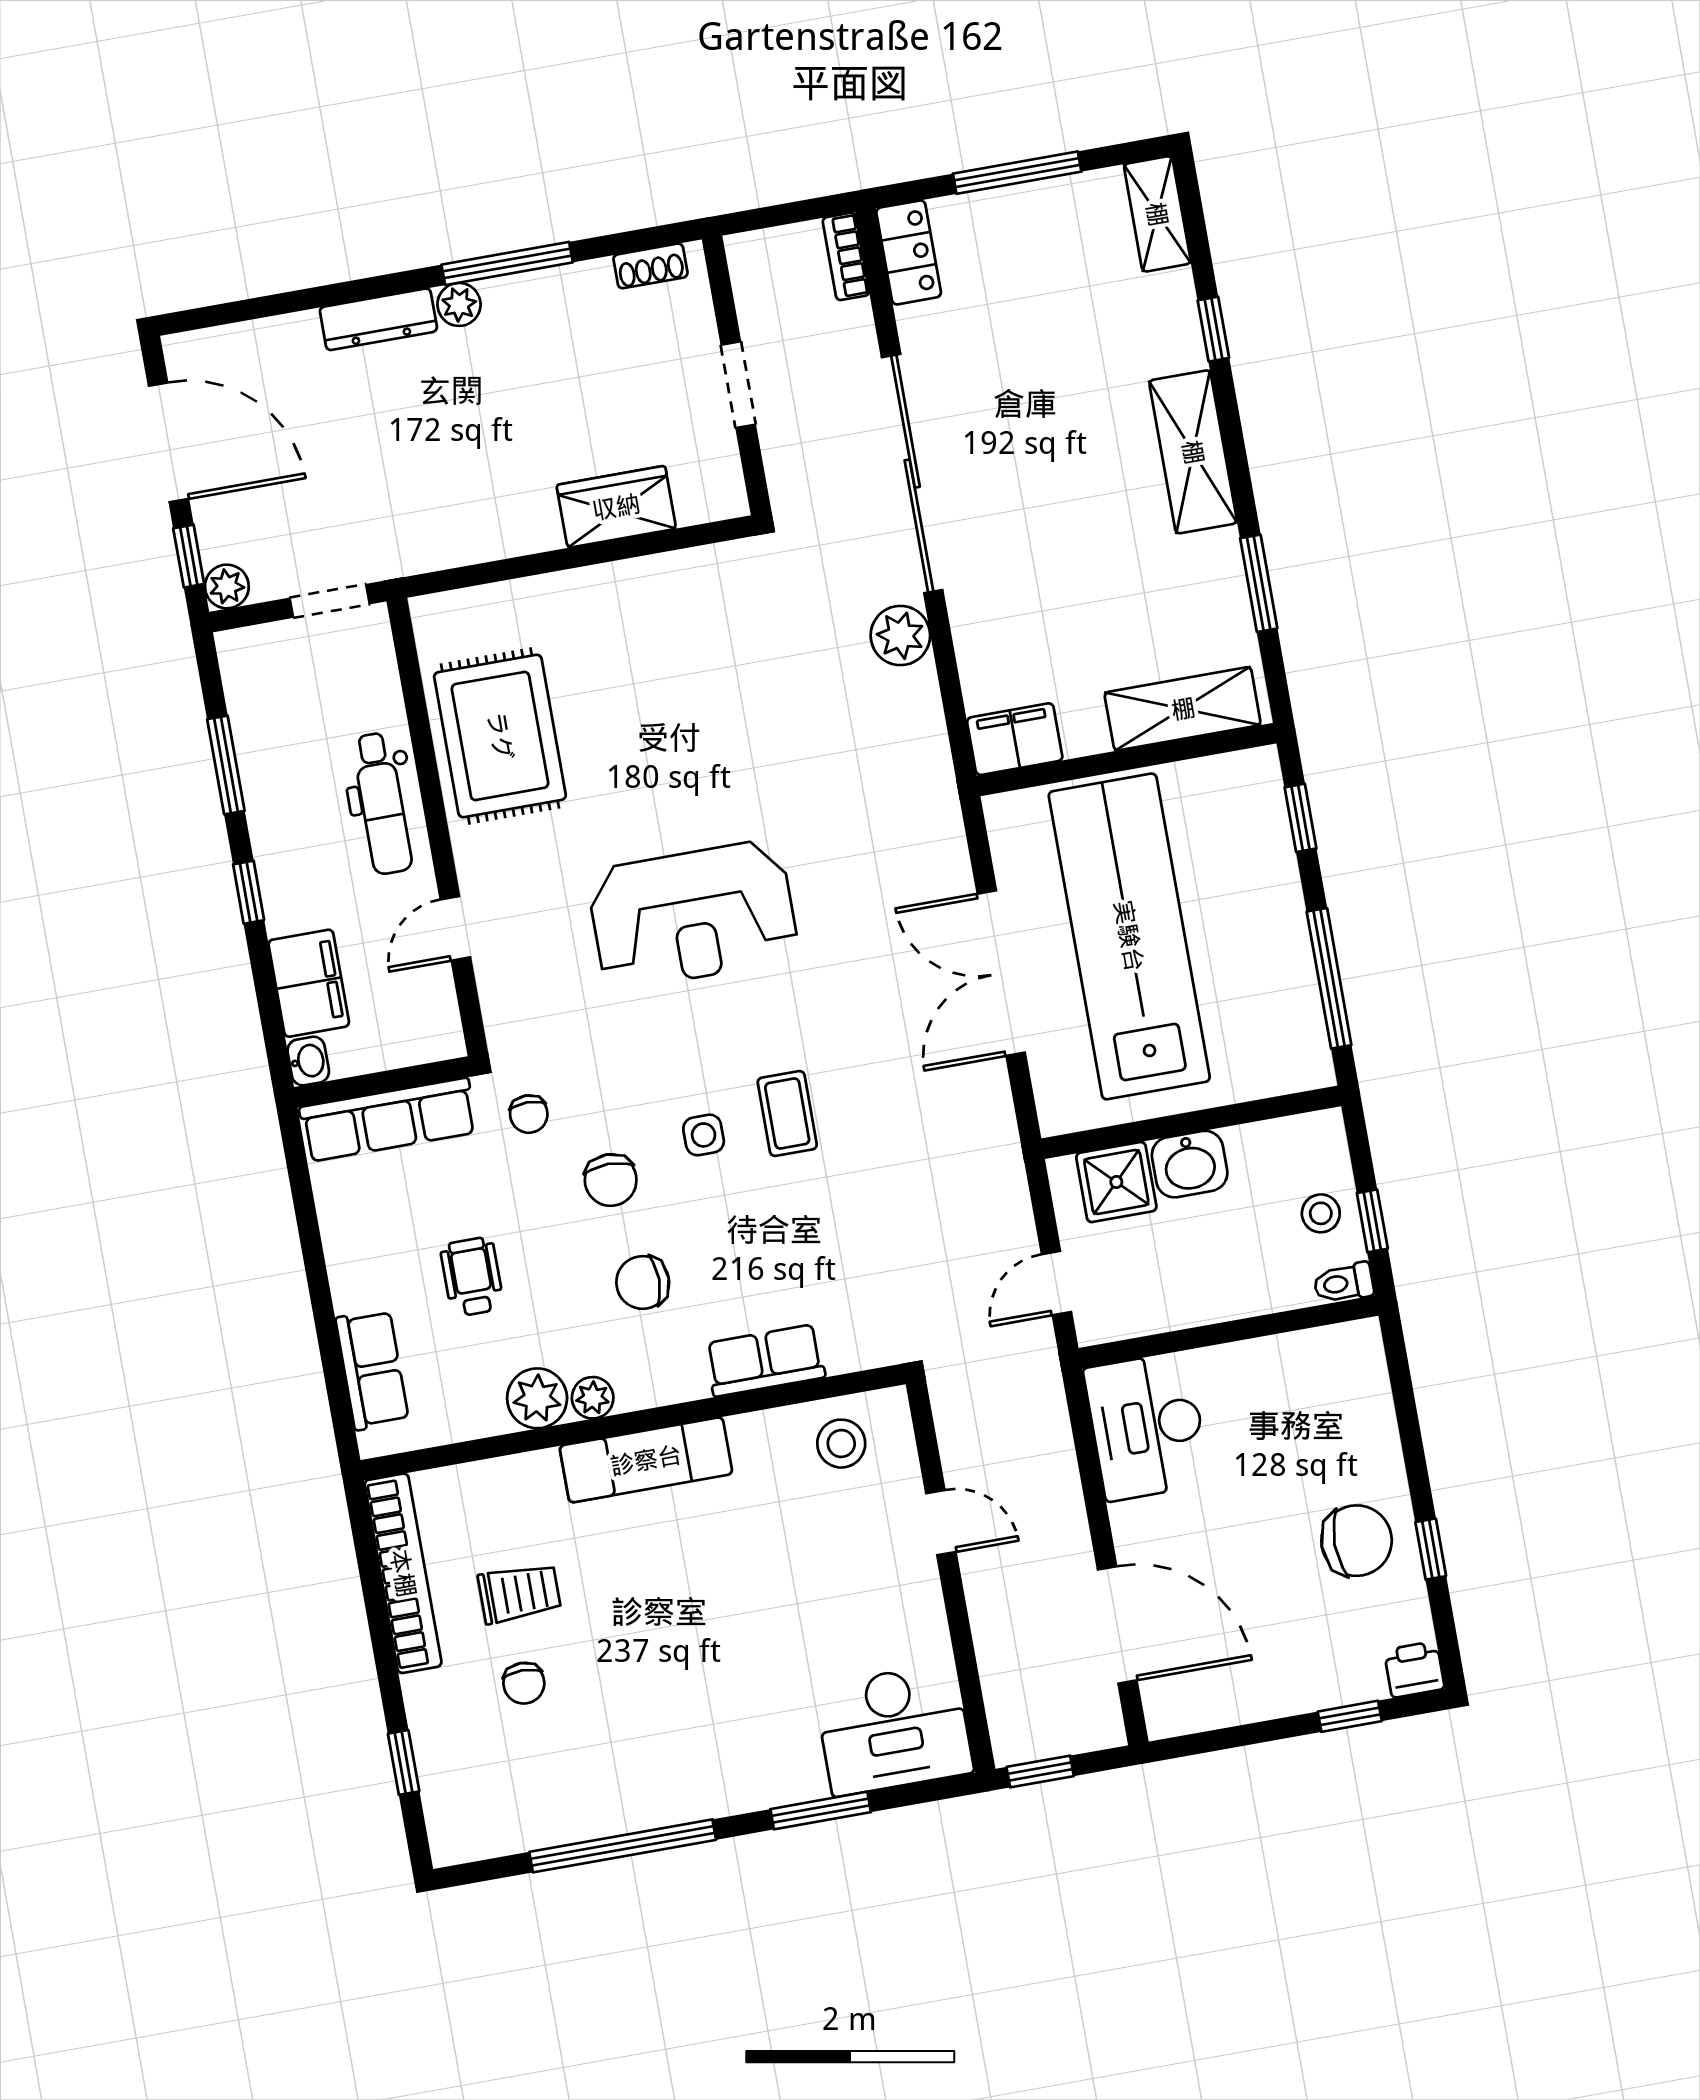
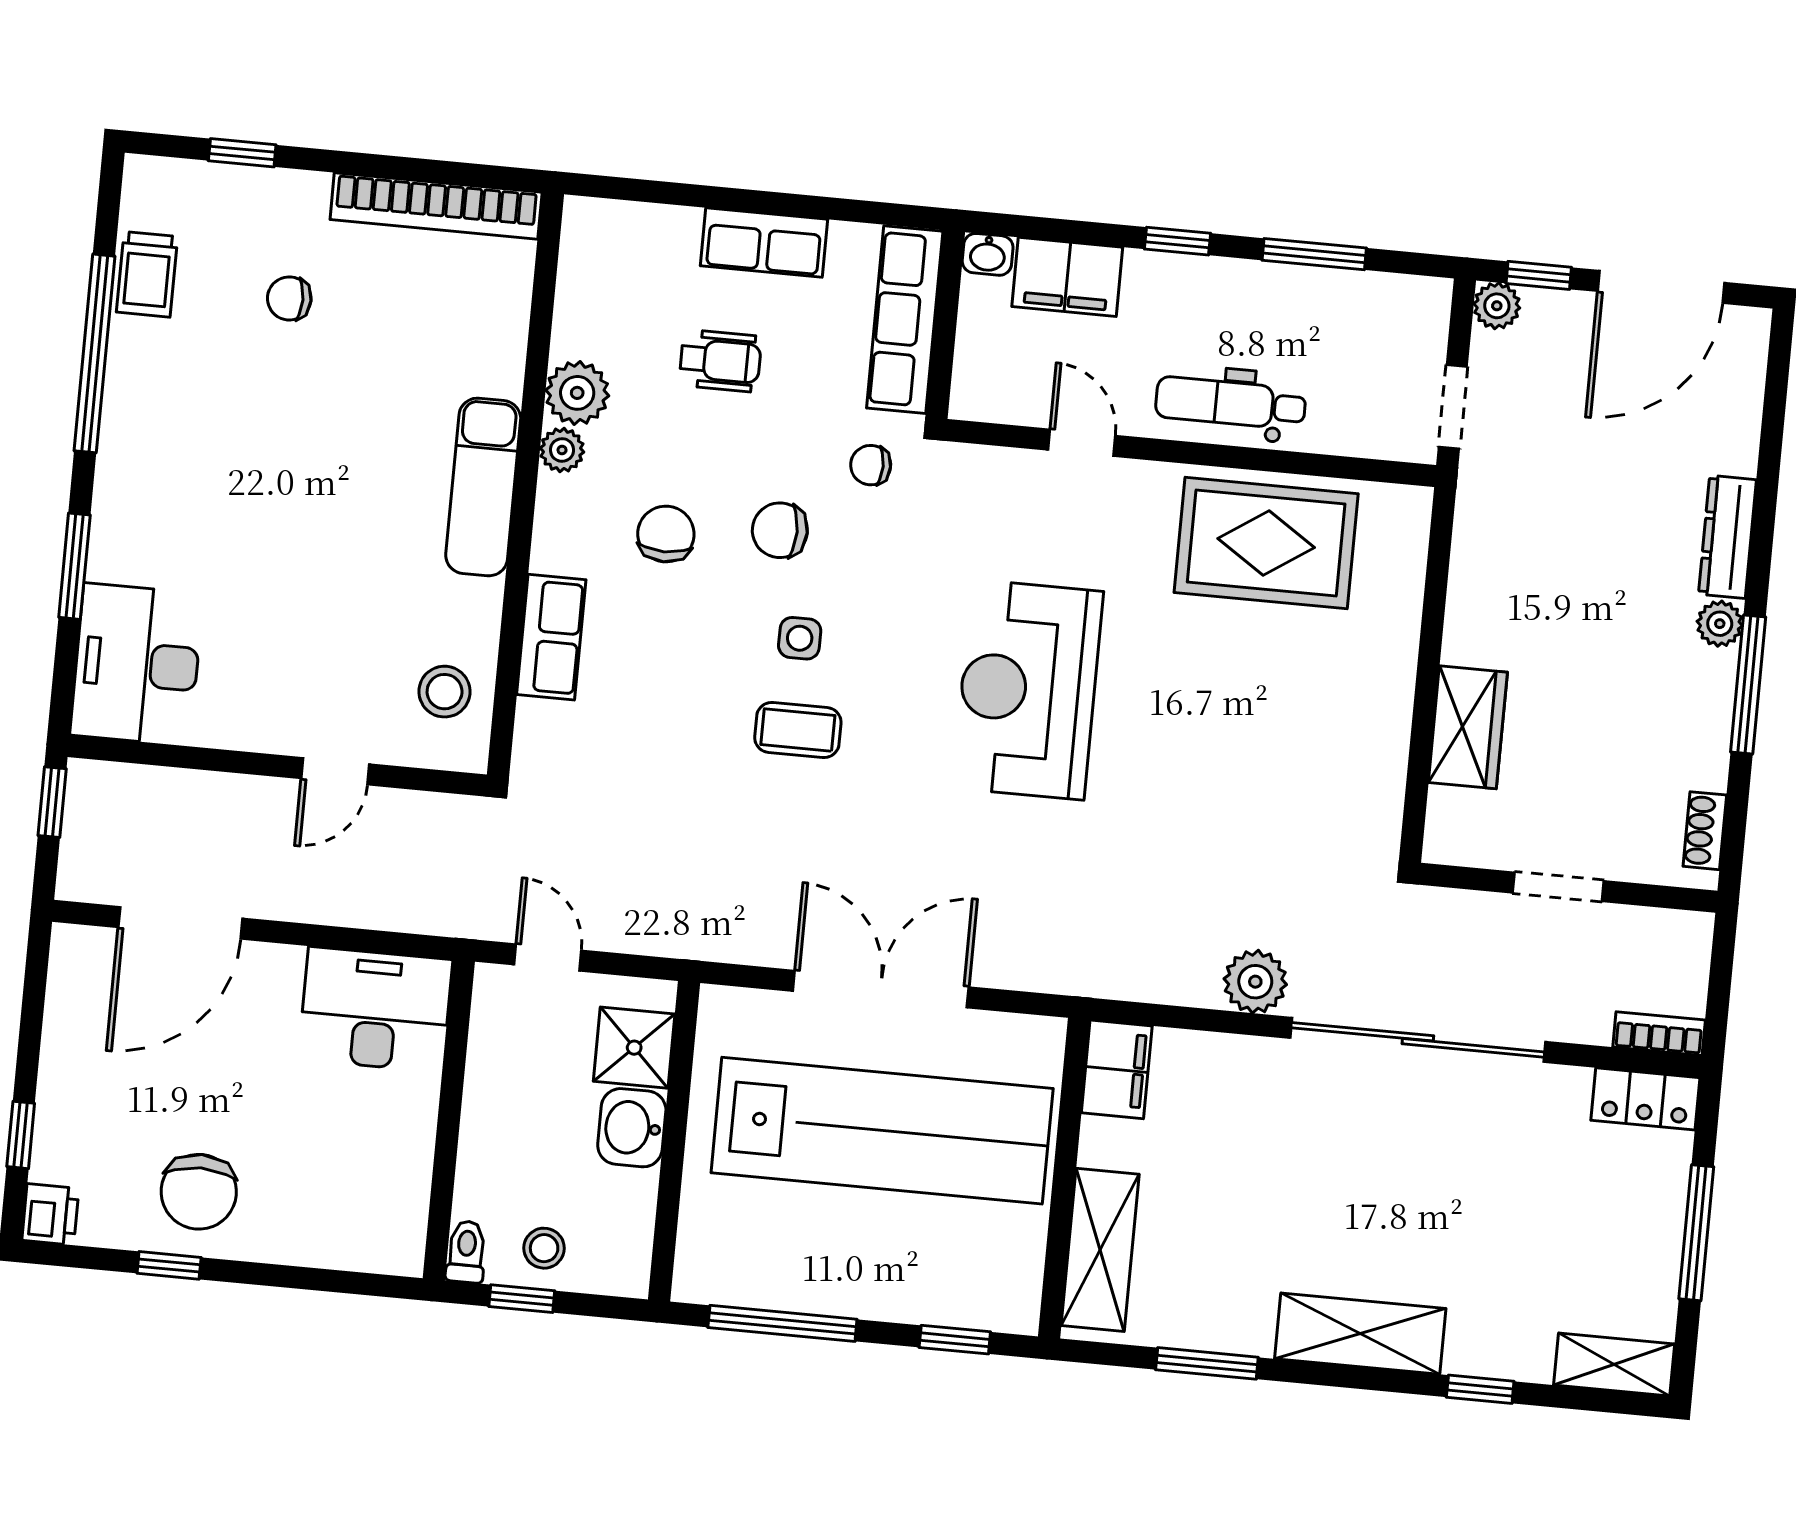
row of seats: (372, 1370) -> (764, 243), moved
trolley: (519, 1593) -> (147, 274), moved

